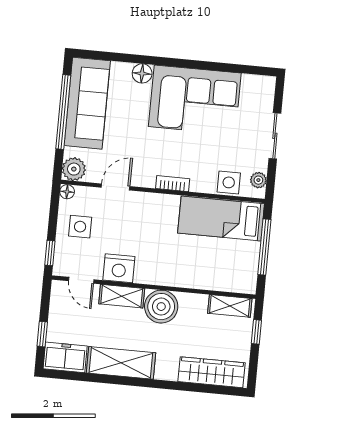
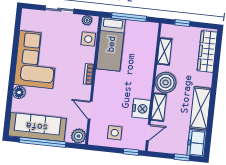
floor lamp: (67, 192) -> (93, 141), removed
shelving: (230, 306) -> (164, 51), moved

